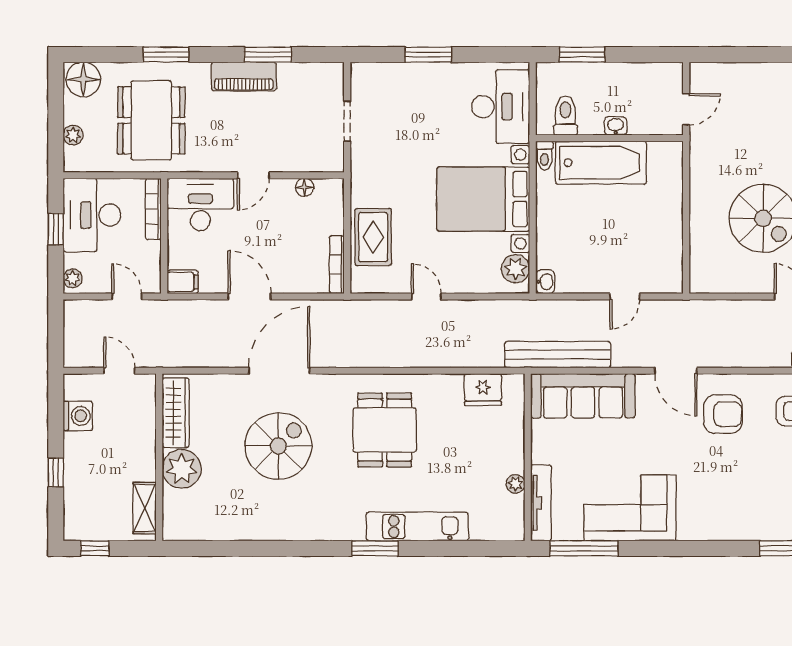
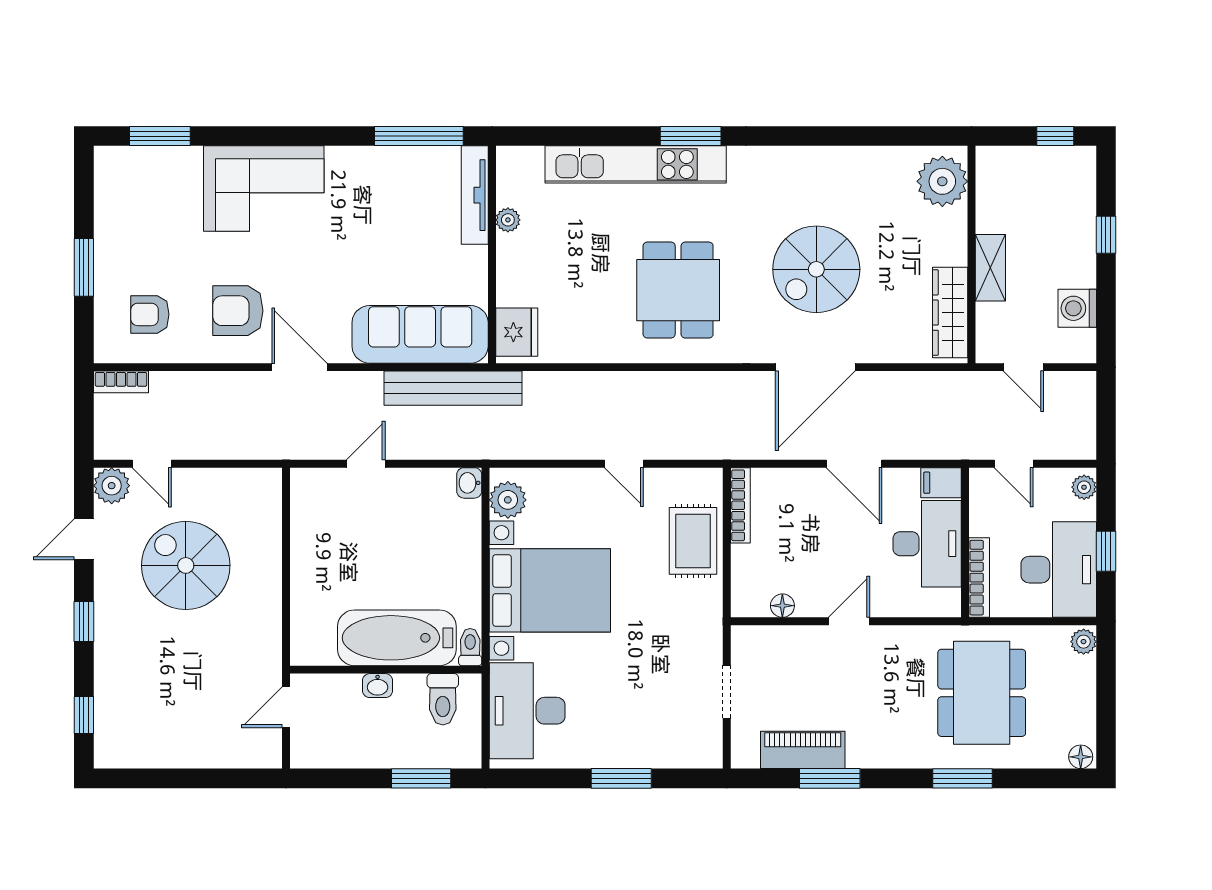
piano: (244, 76) -> (803, 750), moved
floor lamp: (83, 79) -> (1081, 757), width x0.53, depth x0.53
plant: (73, 135) -> (1084, 642), moved
desk: (200, 204) -> (927, 544), moved, turned -90
fridge: (483, 390) -> (517, 332), moved, turned 90
plant: (182, 469) -> (942, 181), moved
shelving: (145, 508) -> (990, 268), moved
corner sofa: (630, 508) -> (264, 189), moved
kitchen unit: (417, 527) -> (636, 164), width x1.36

